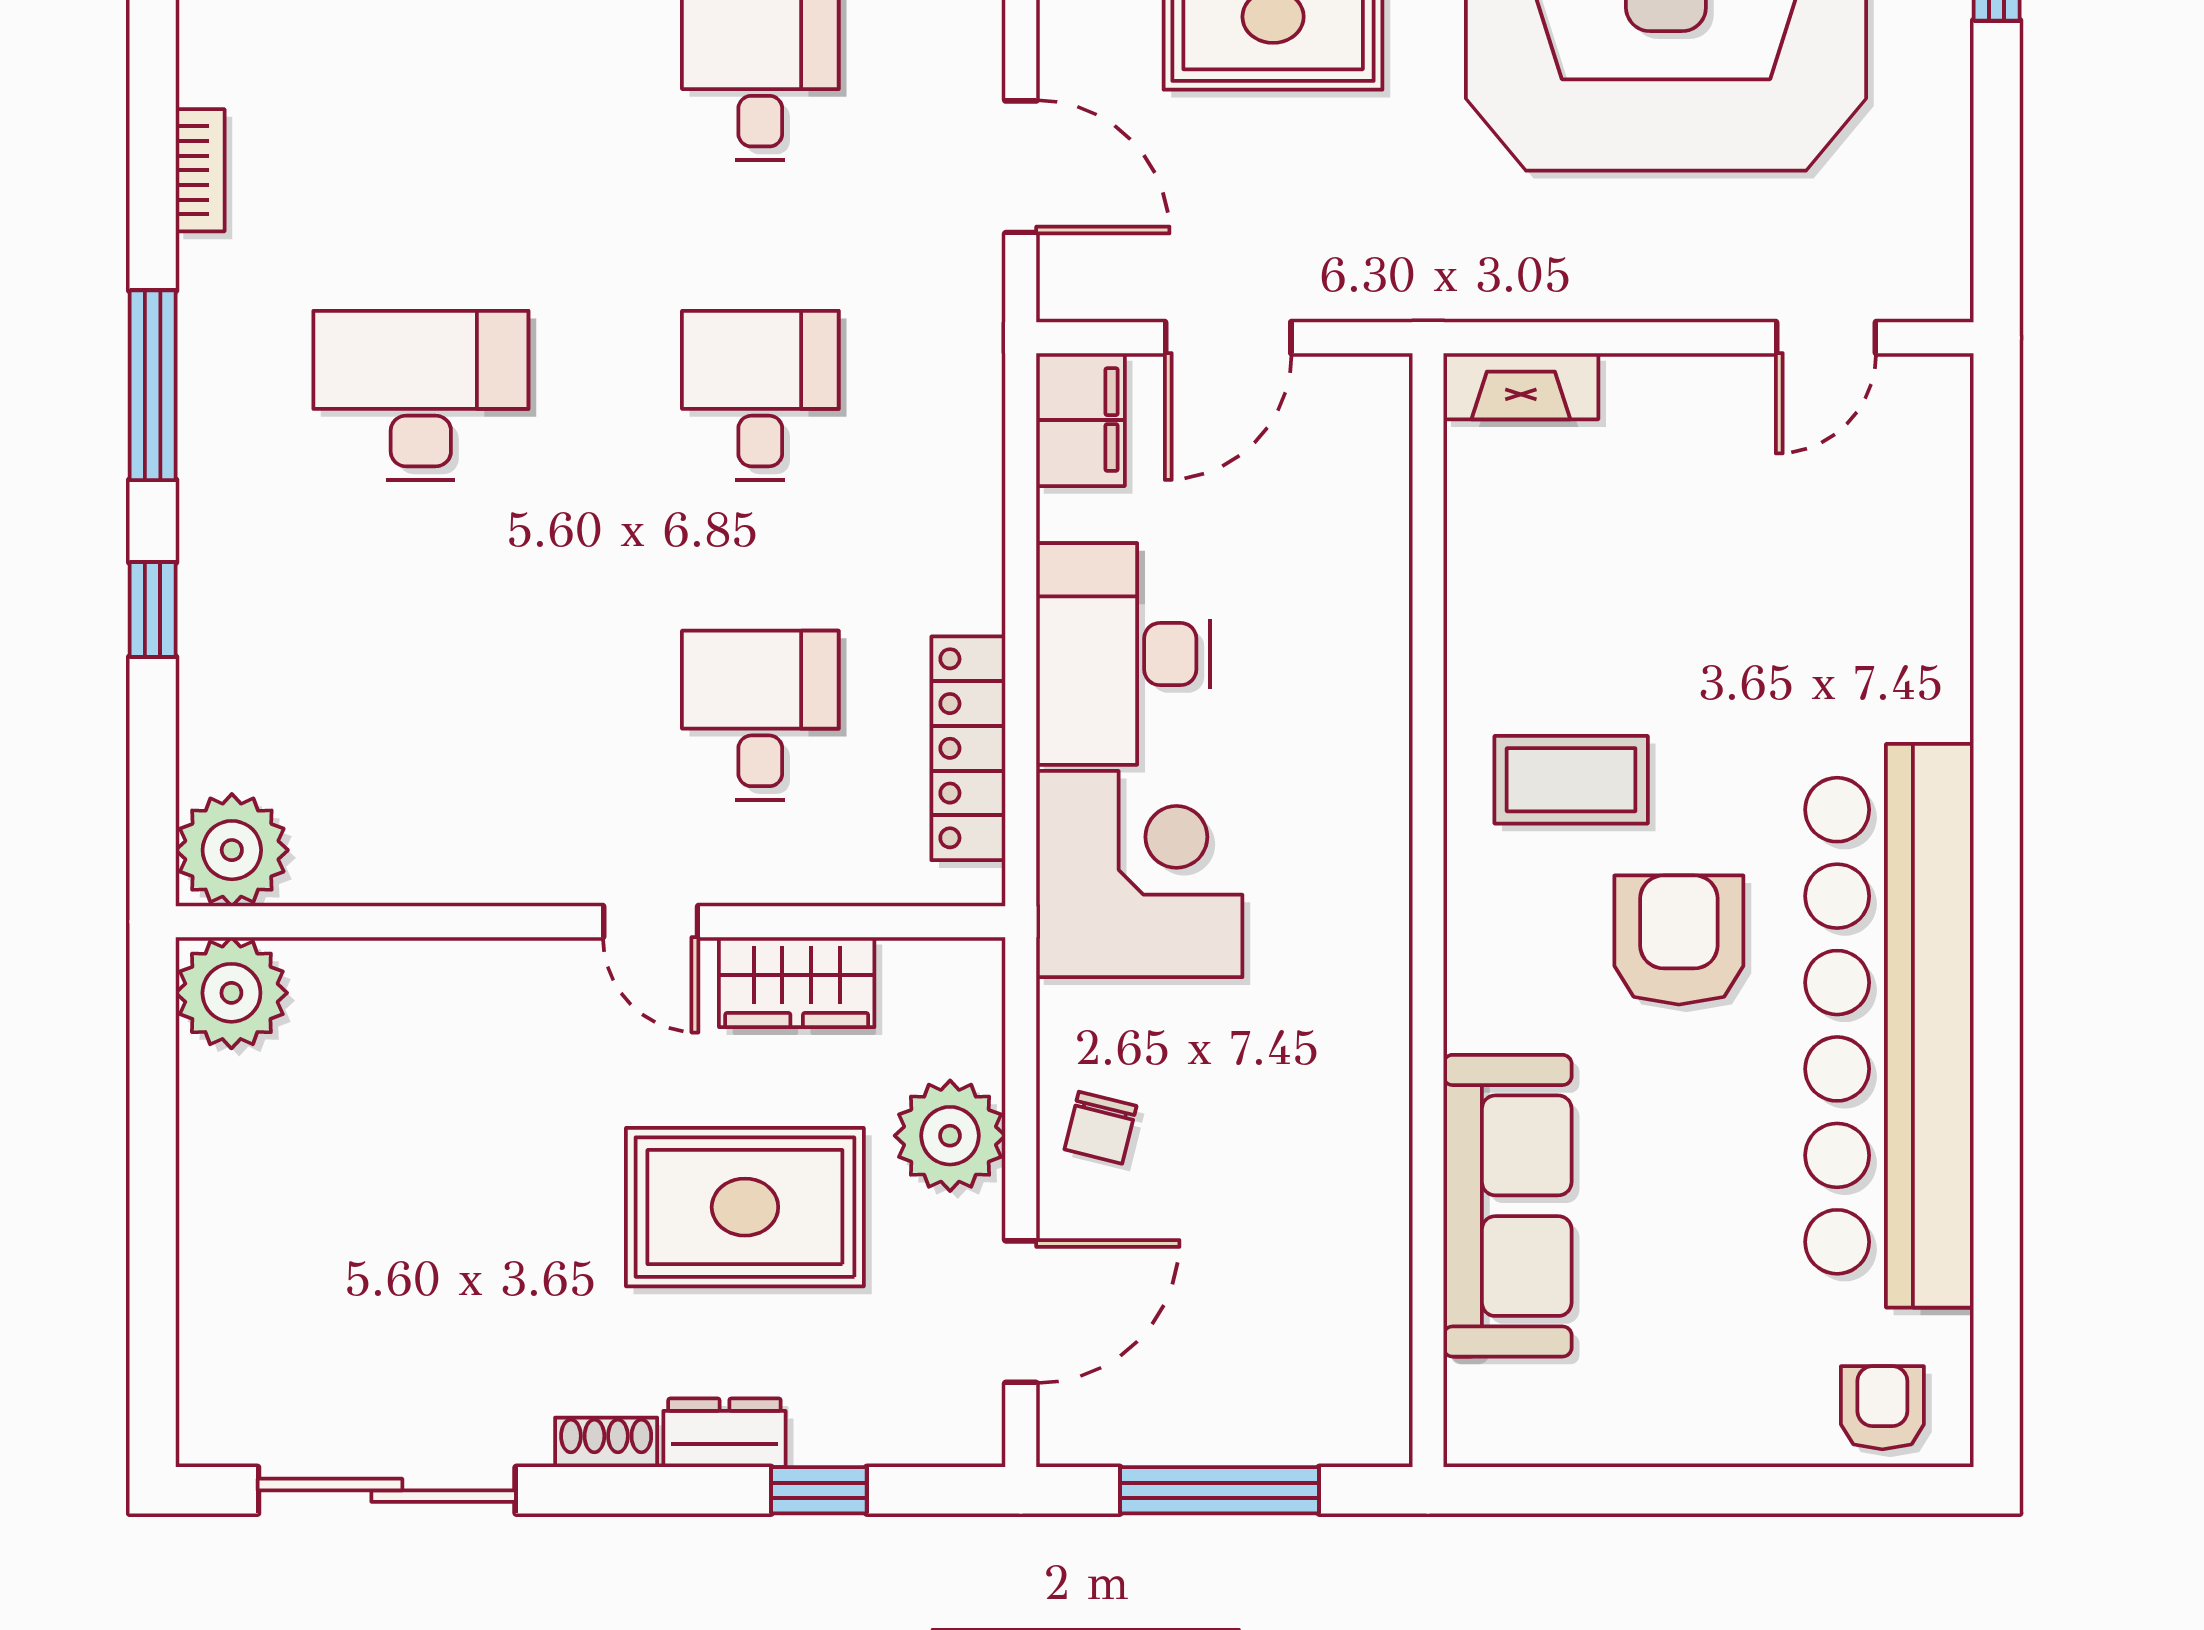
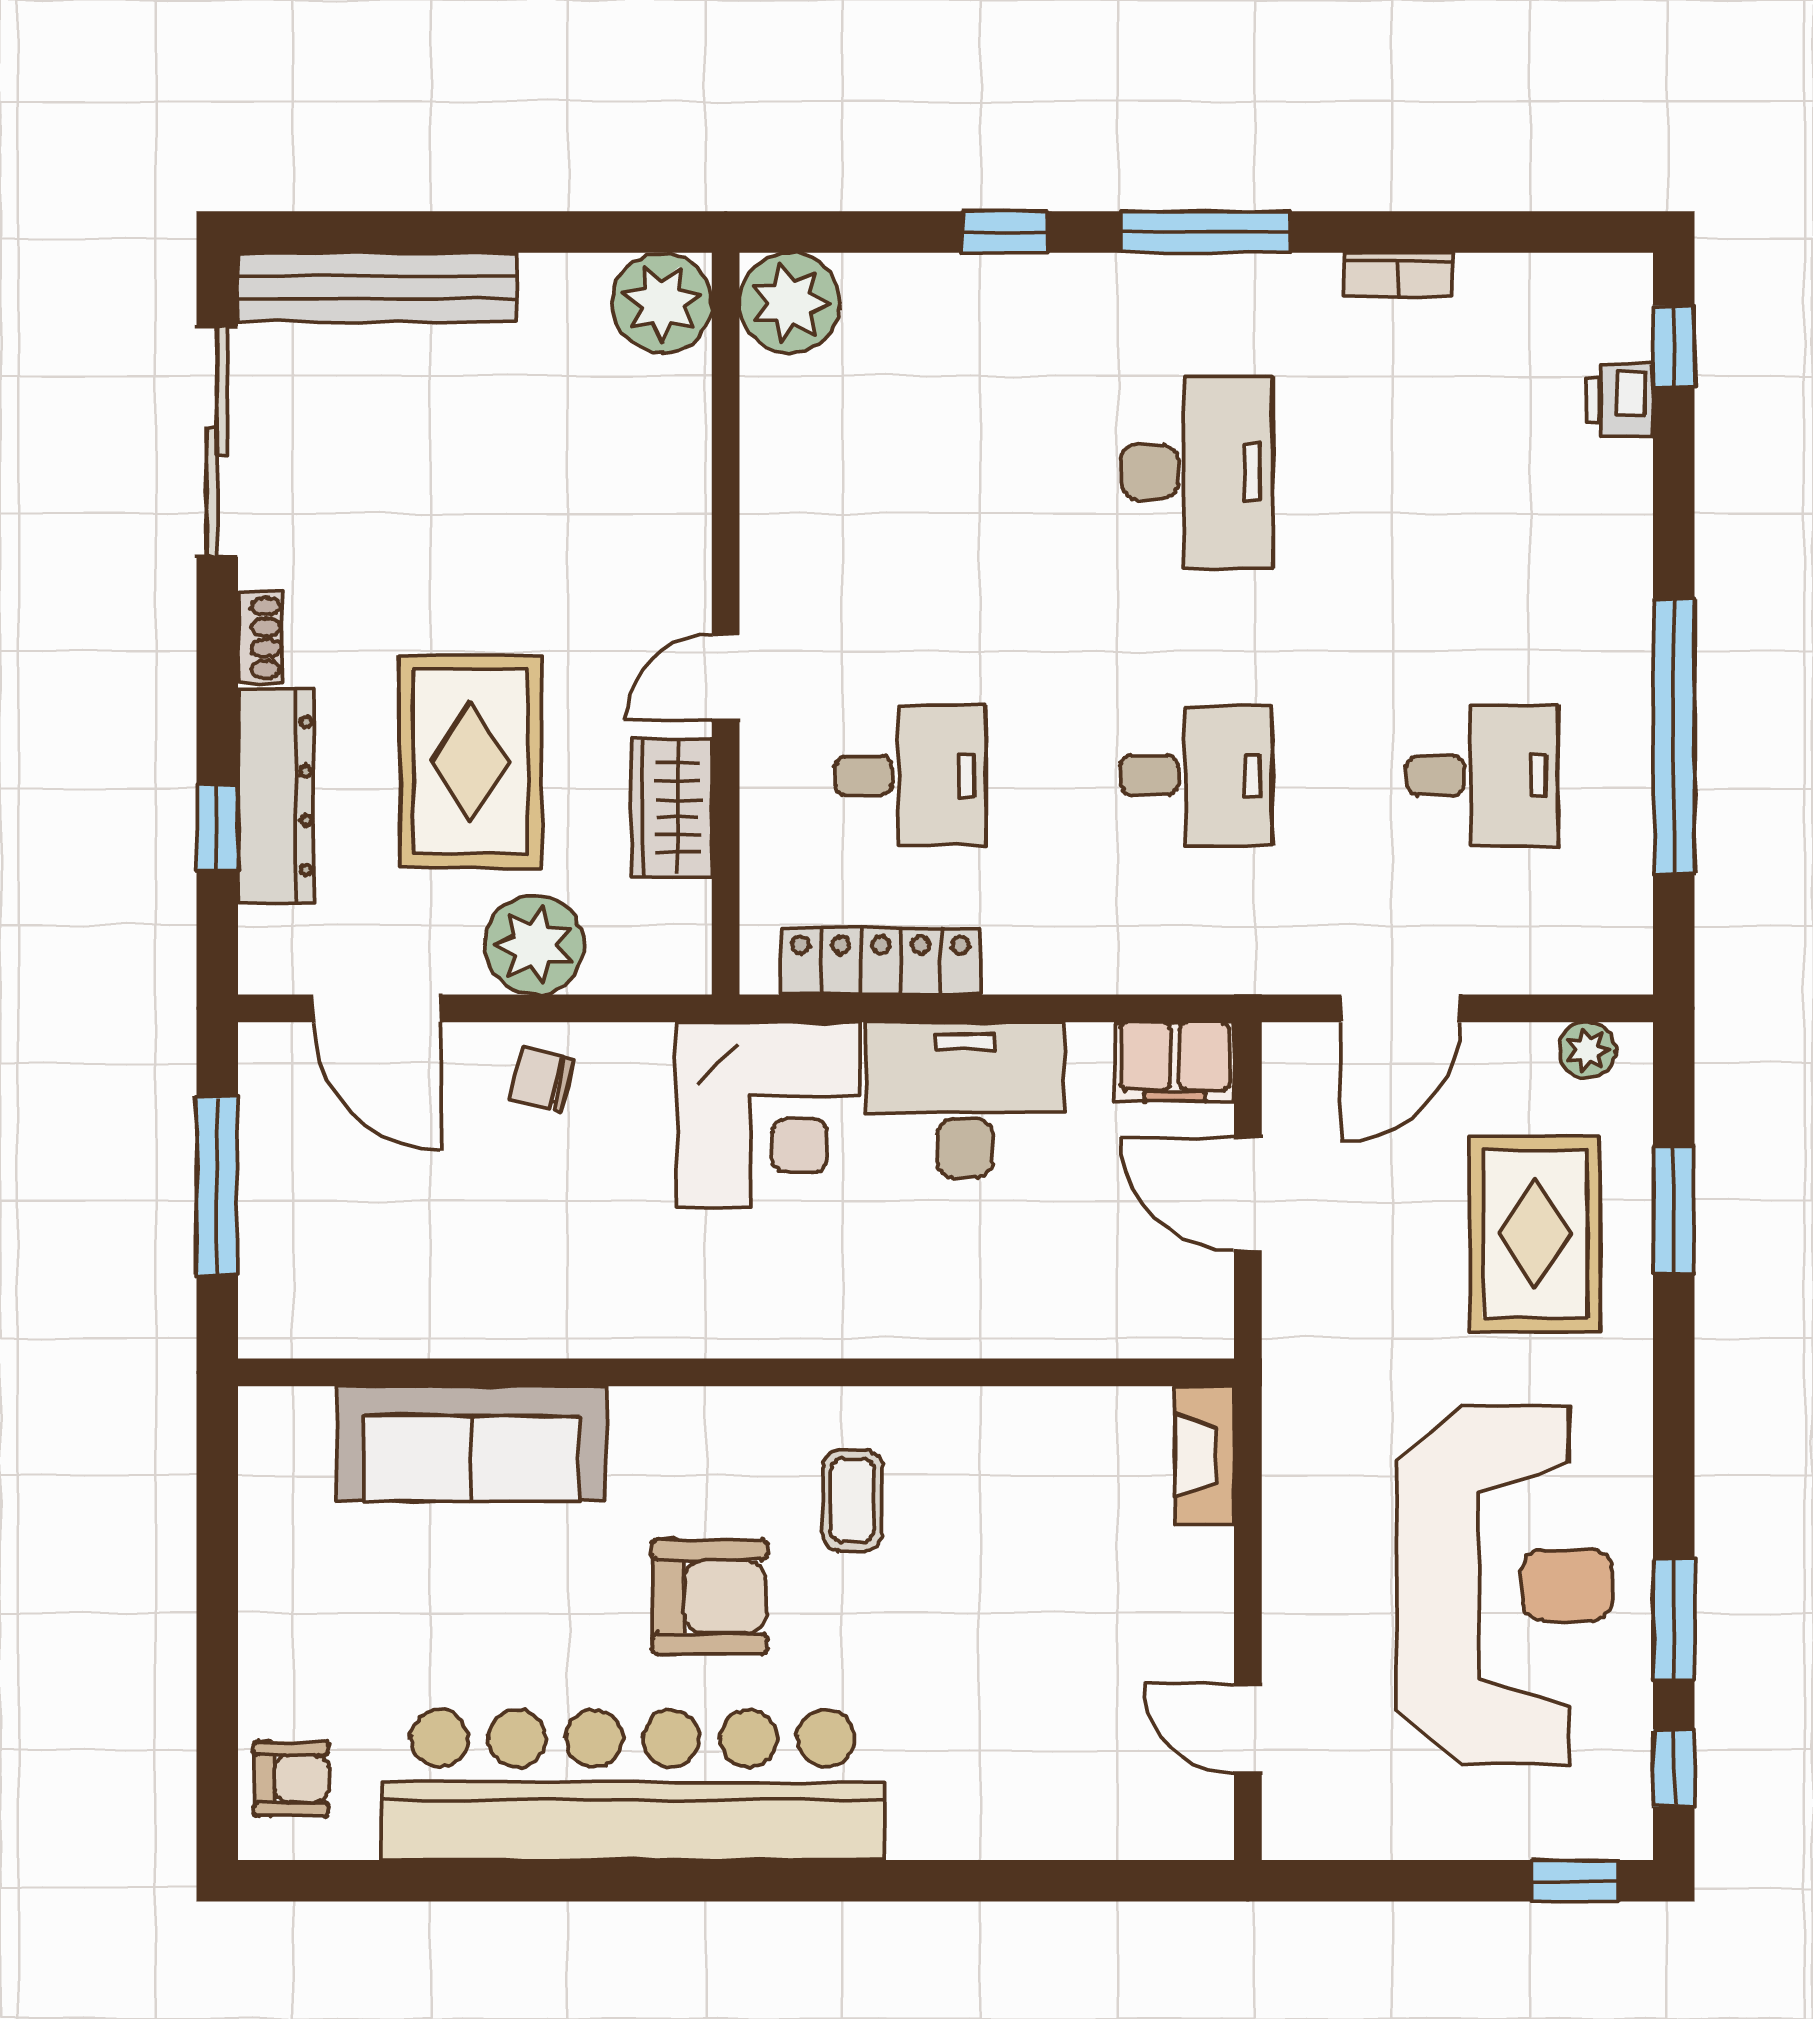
coffee table: (1571, 780) -> (853, 1500), width x0.73, depth x0.77
bench: (214, 1311) -> (377, 287), added
dresser: (724, 1433) -> (276, 796), width x1.96, depth x1.24

